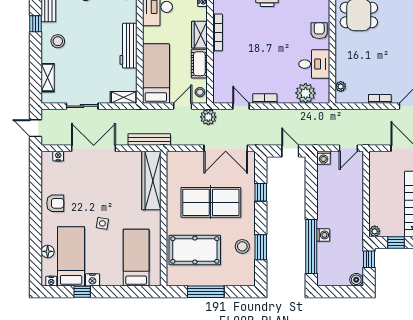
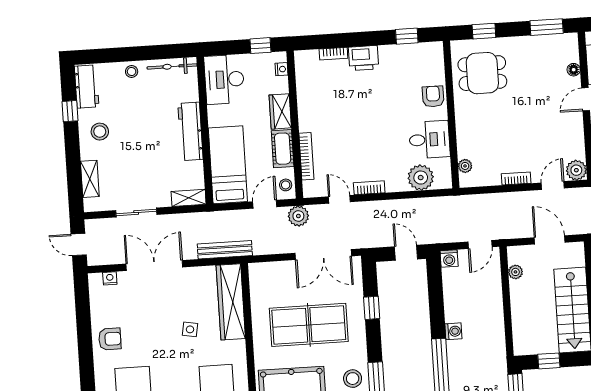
bookcase: (218, 32) -> (306, 156), moved
side table: (102, 223) -> (190, 329), moved
plant: (375, 231) -> (515, 272), moved
washing machine: (323, 235) -> (453, 331), moved

